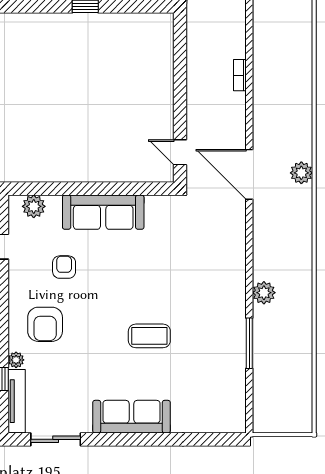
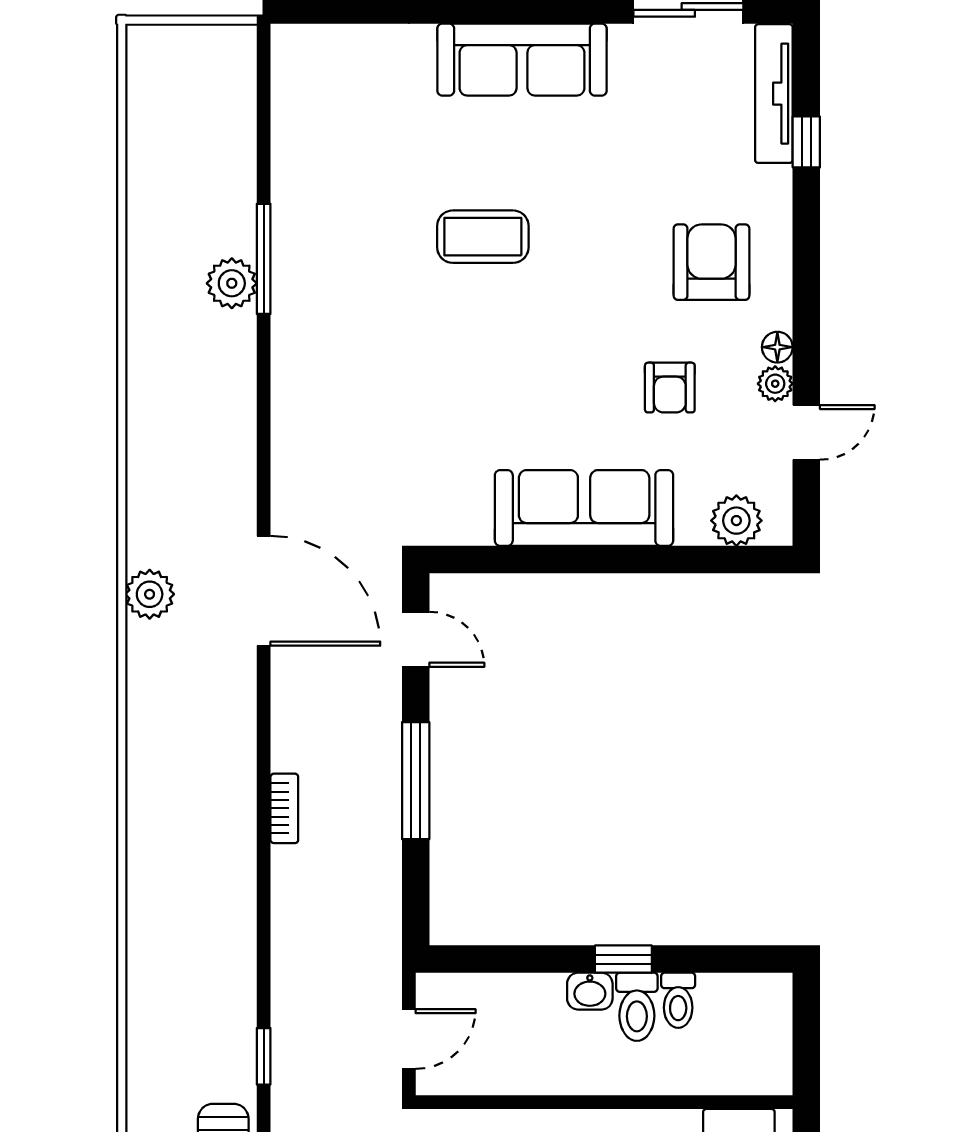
window: (180, 88) -> (416, 781), added
floor lamp: (15, 285) -> (777, 347), added
plant: (264, 293) -> (232, 283), moved
window: (249, 343) -> (264, 259), moved
plant: (16, 360) -> (775, 384), moved

